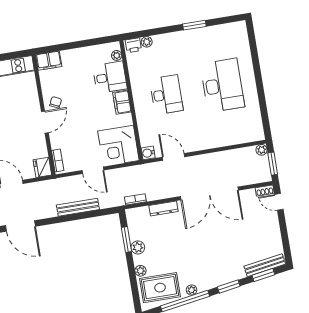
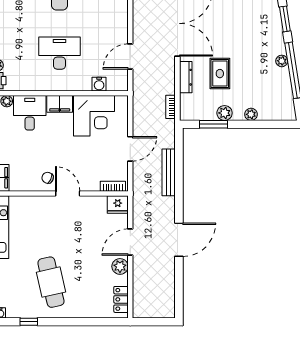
corner desk: (118, 146) -> (94, 116), moved
water cooler: (148, 153) -> (99, 84), moved
rug: (160, 288) -> (220, 74), moved, width x0.73, depth x0.70

